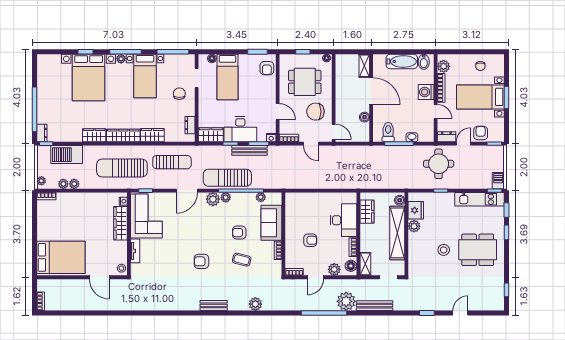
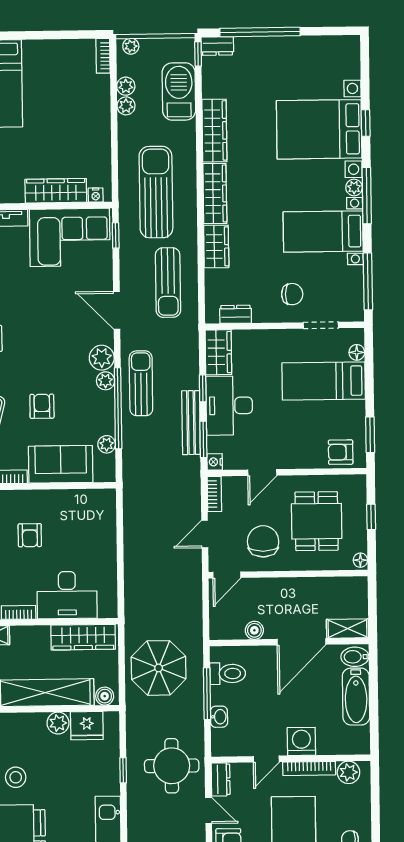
bidet: (424, 62) -> (355, 657), moved
wardrobe: (94, 135) -> (214, 131), width x1.50
parasol: (385, 170) -> (159, 668), added
sun lounger: (227, 178) -> (141, 383), width x0.73, depth x0.75
wardrobe: (367, 212) -> (83, 637), width x1.50

